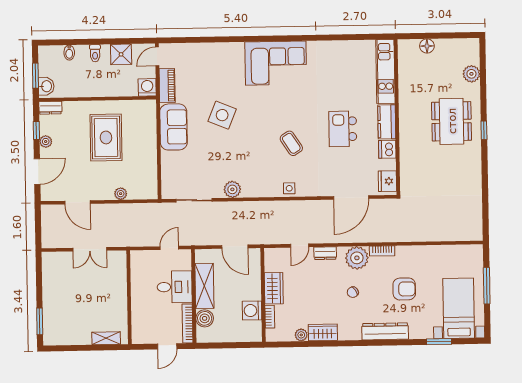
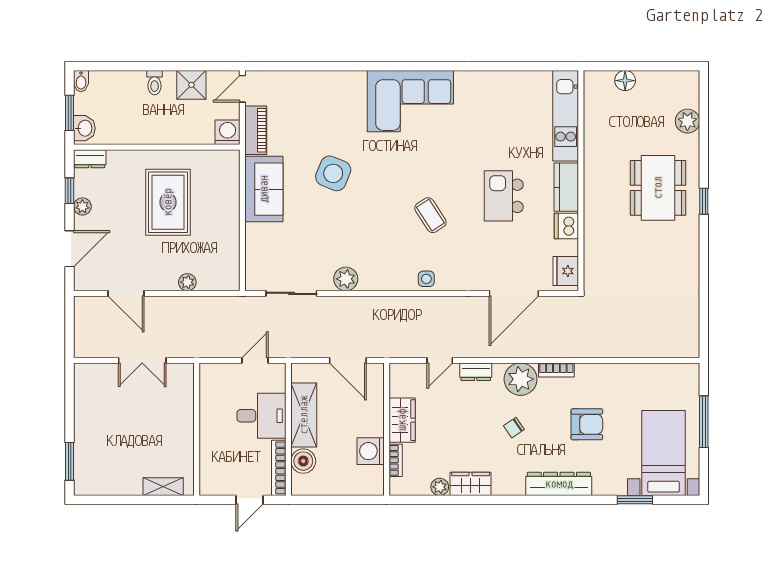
bidet: (69, 53) -> (81, 81), moved

